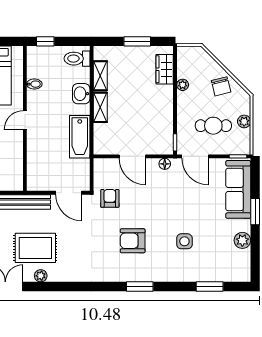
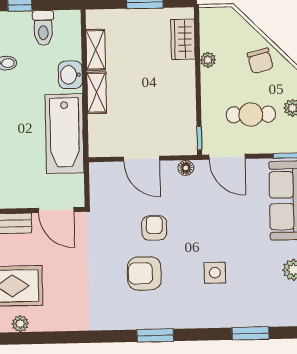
toilet: (77, 59) -> (43, 28), moved, turned -90
bathtub: (80, 137) -> (65, 134), width x1.36, depth x1.36
armchair: (110, 198) -> (154, 228), moved

